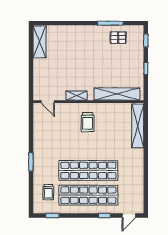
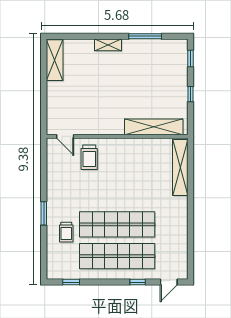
pallet: (118, 38) -> (155, 55), removed
shelving: (77, 96) -> (108, 45), moved
trolley: (88, 122) -> (89, 157), moved
trolley: (48, 192) -> (66, 232), moved

